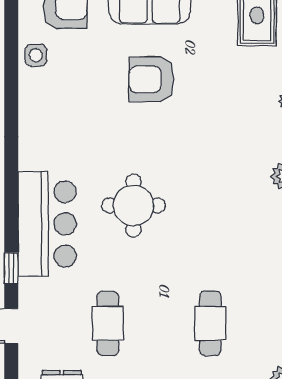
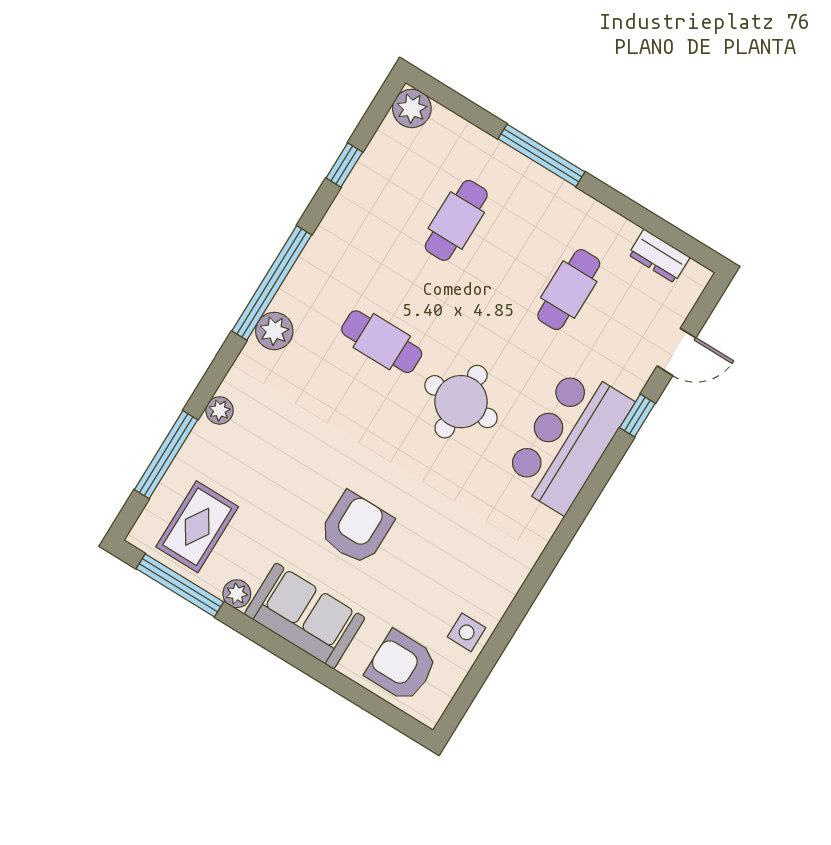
armchair: (151, 79) -> (356, 528), turned -90
cafe table: (210, 213) -> (382, 342), added

